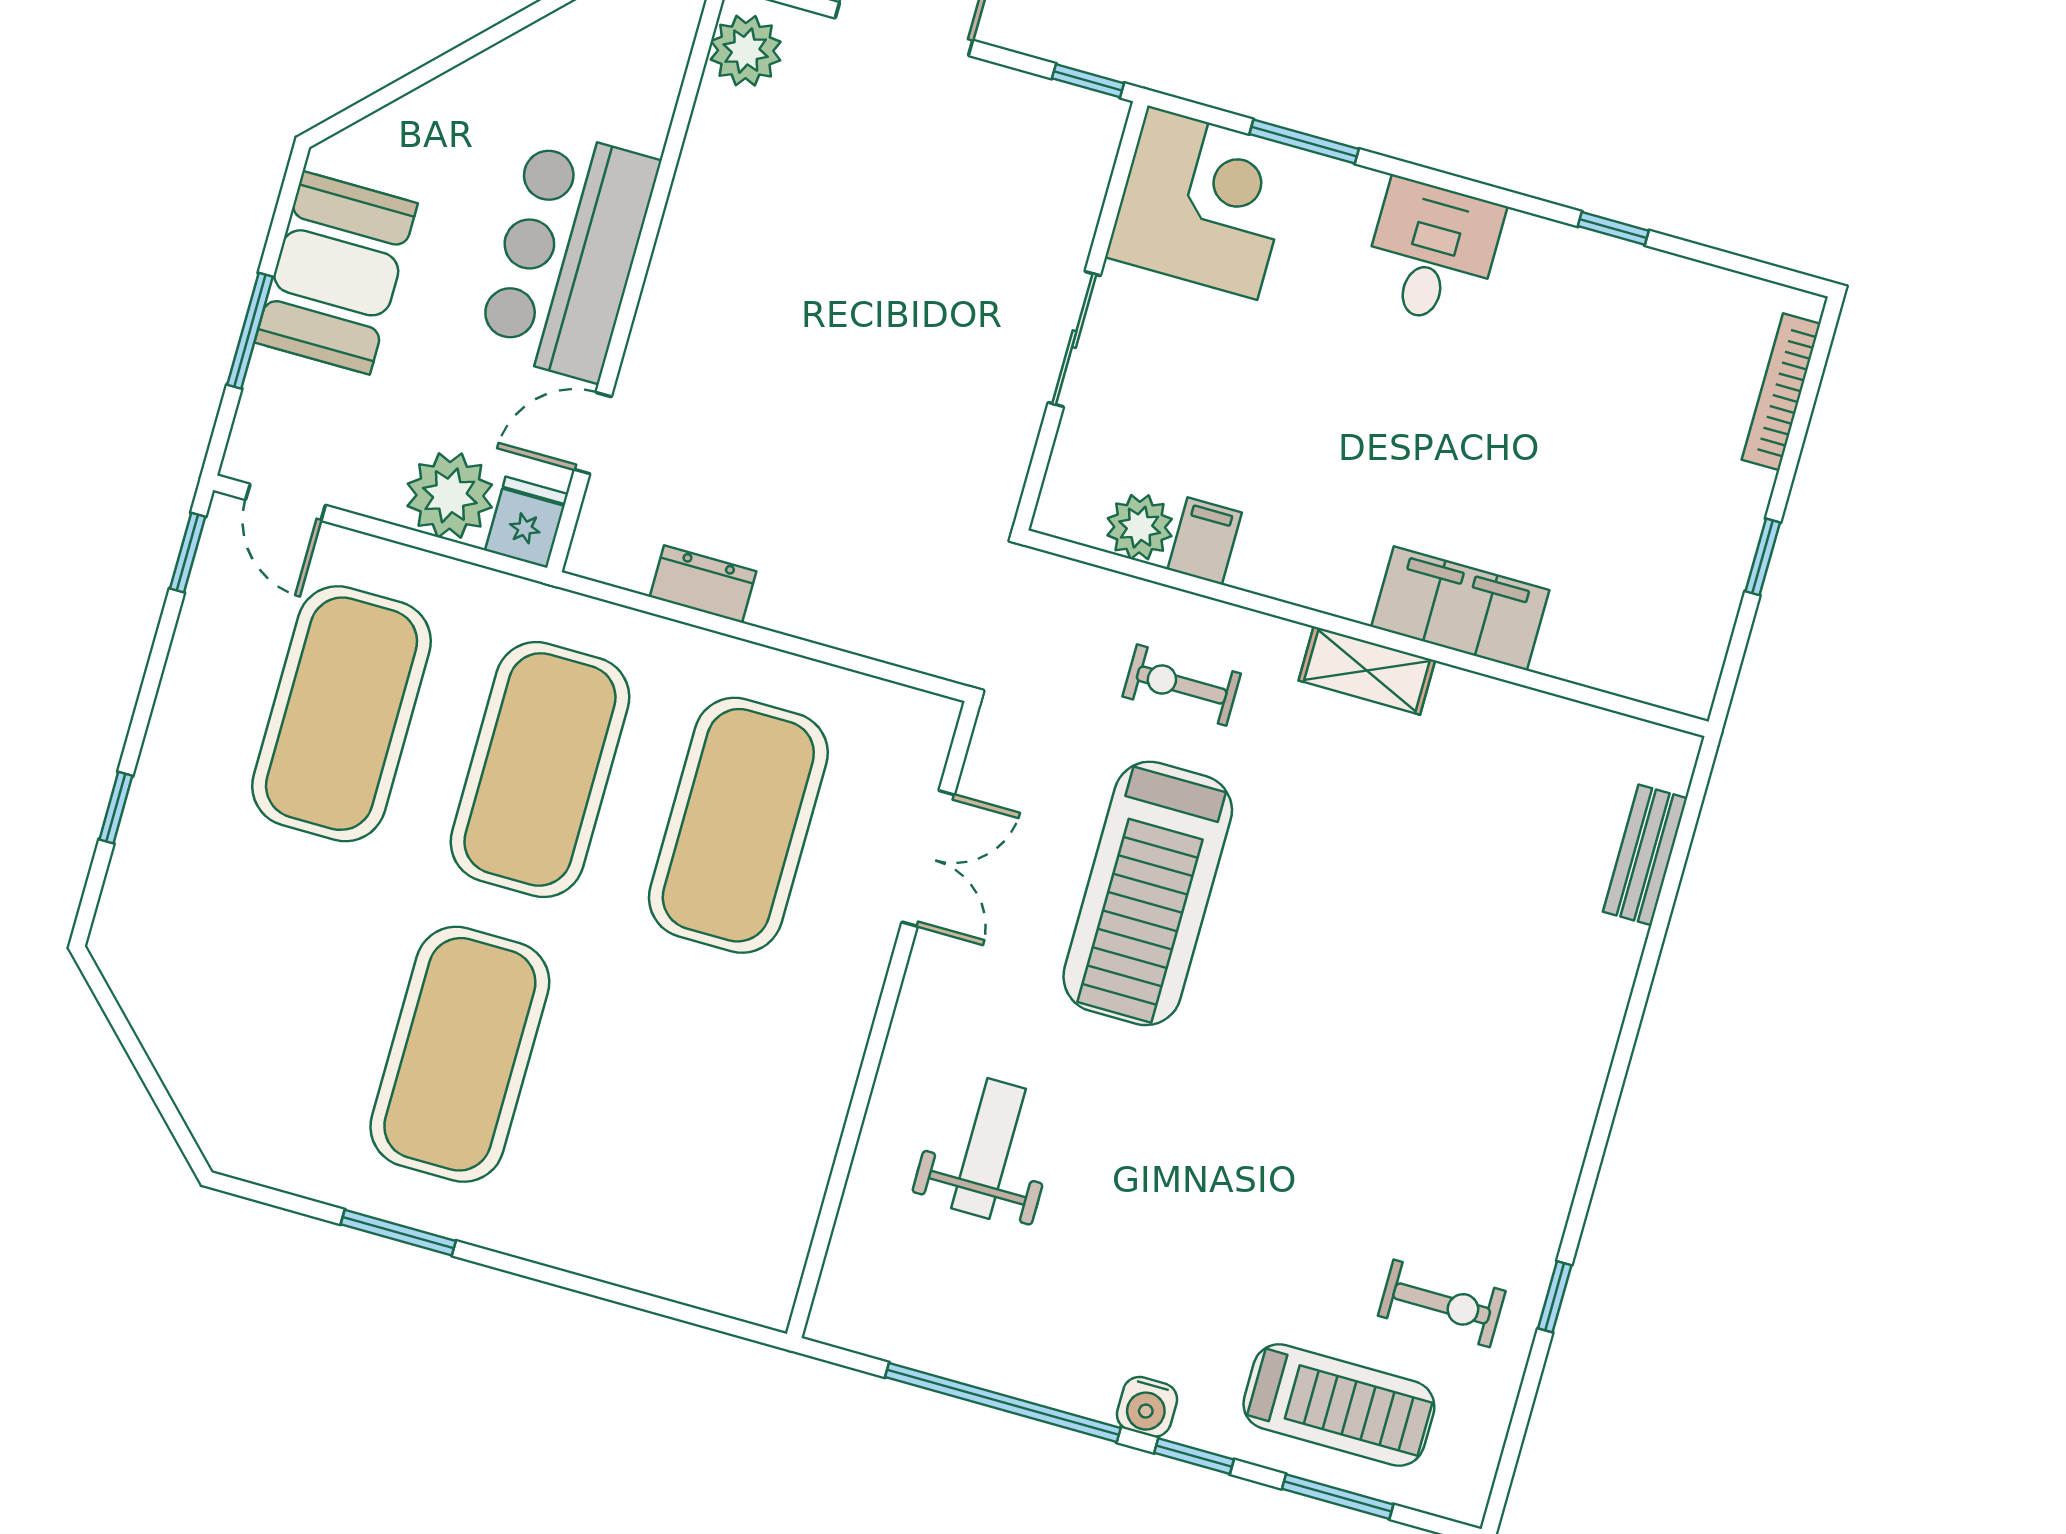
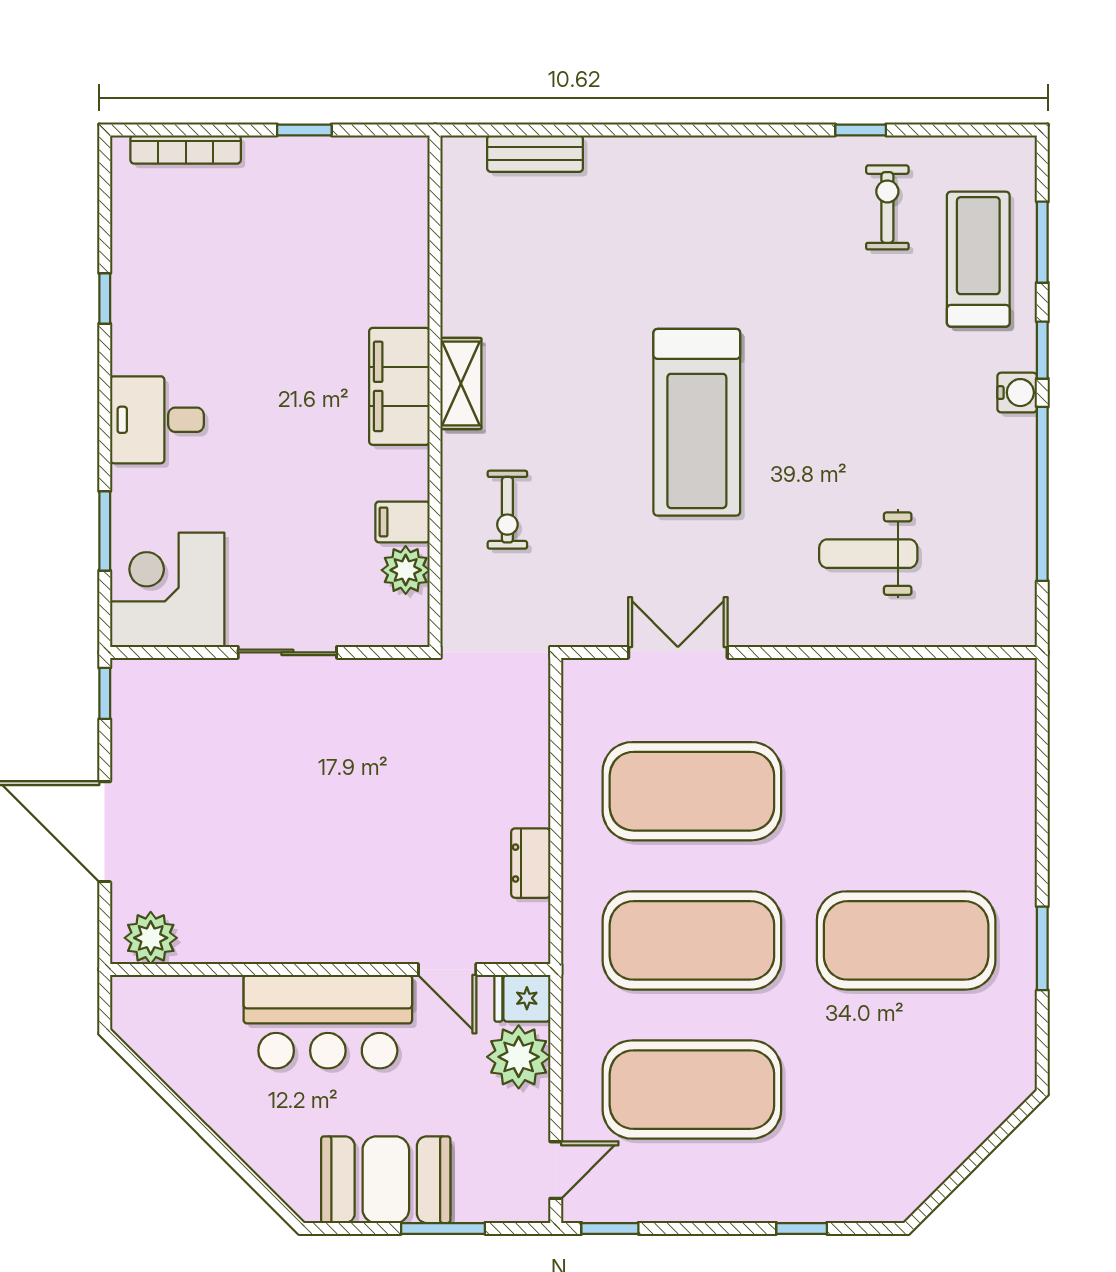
filing cabinet: (1460, 608) -> (399, 386), moved
treadmill: (1148, 893) -> (697, 422), moved, turned 90

